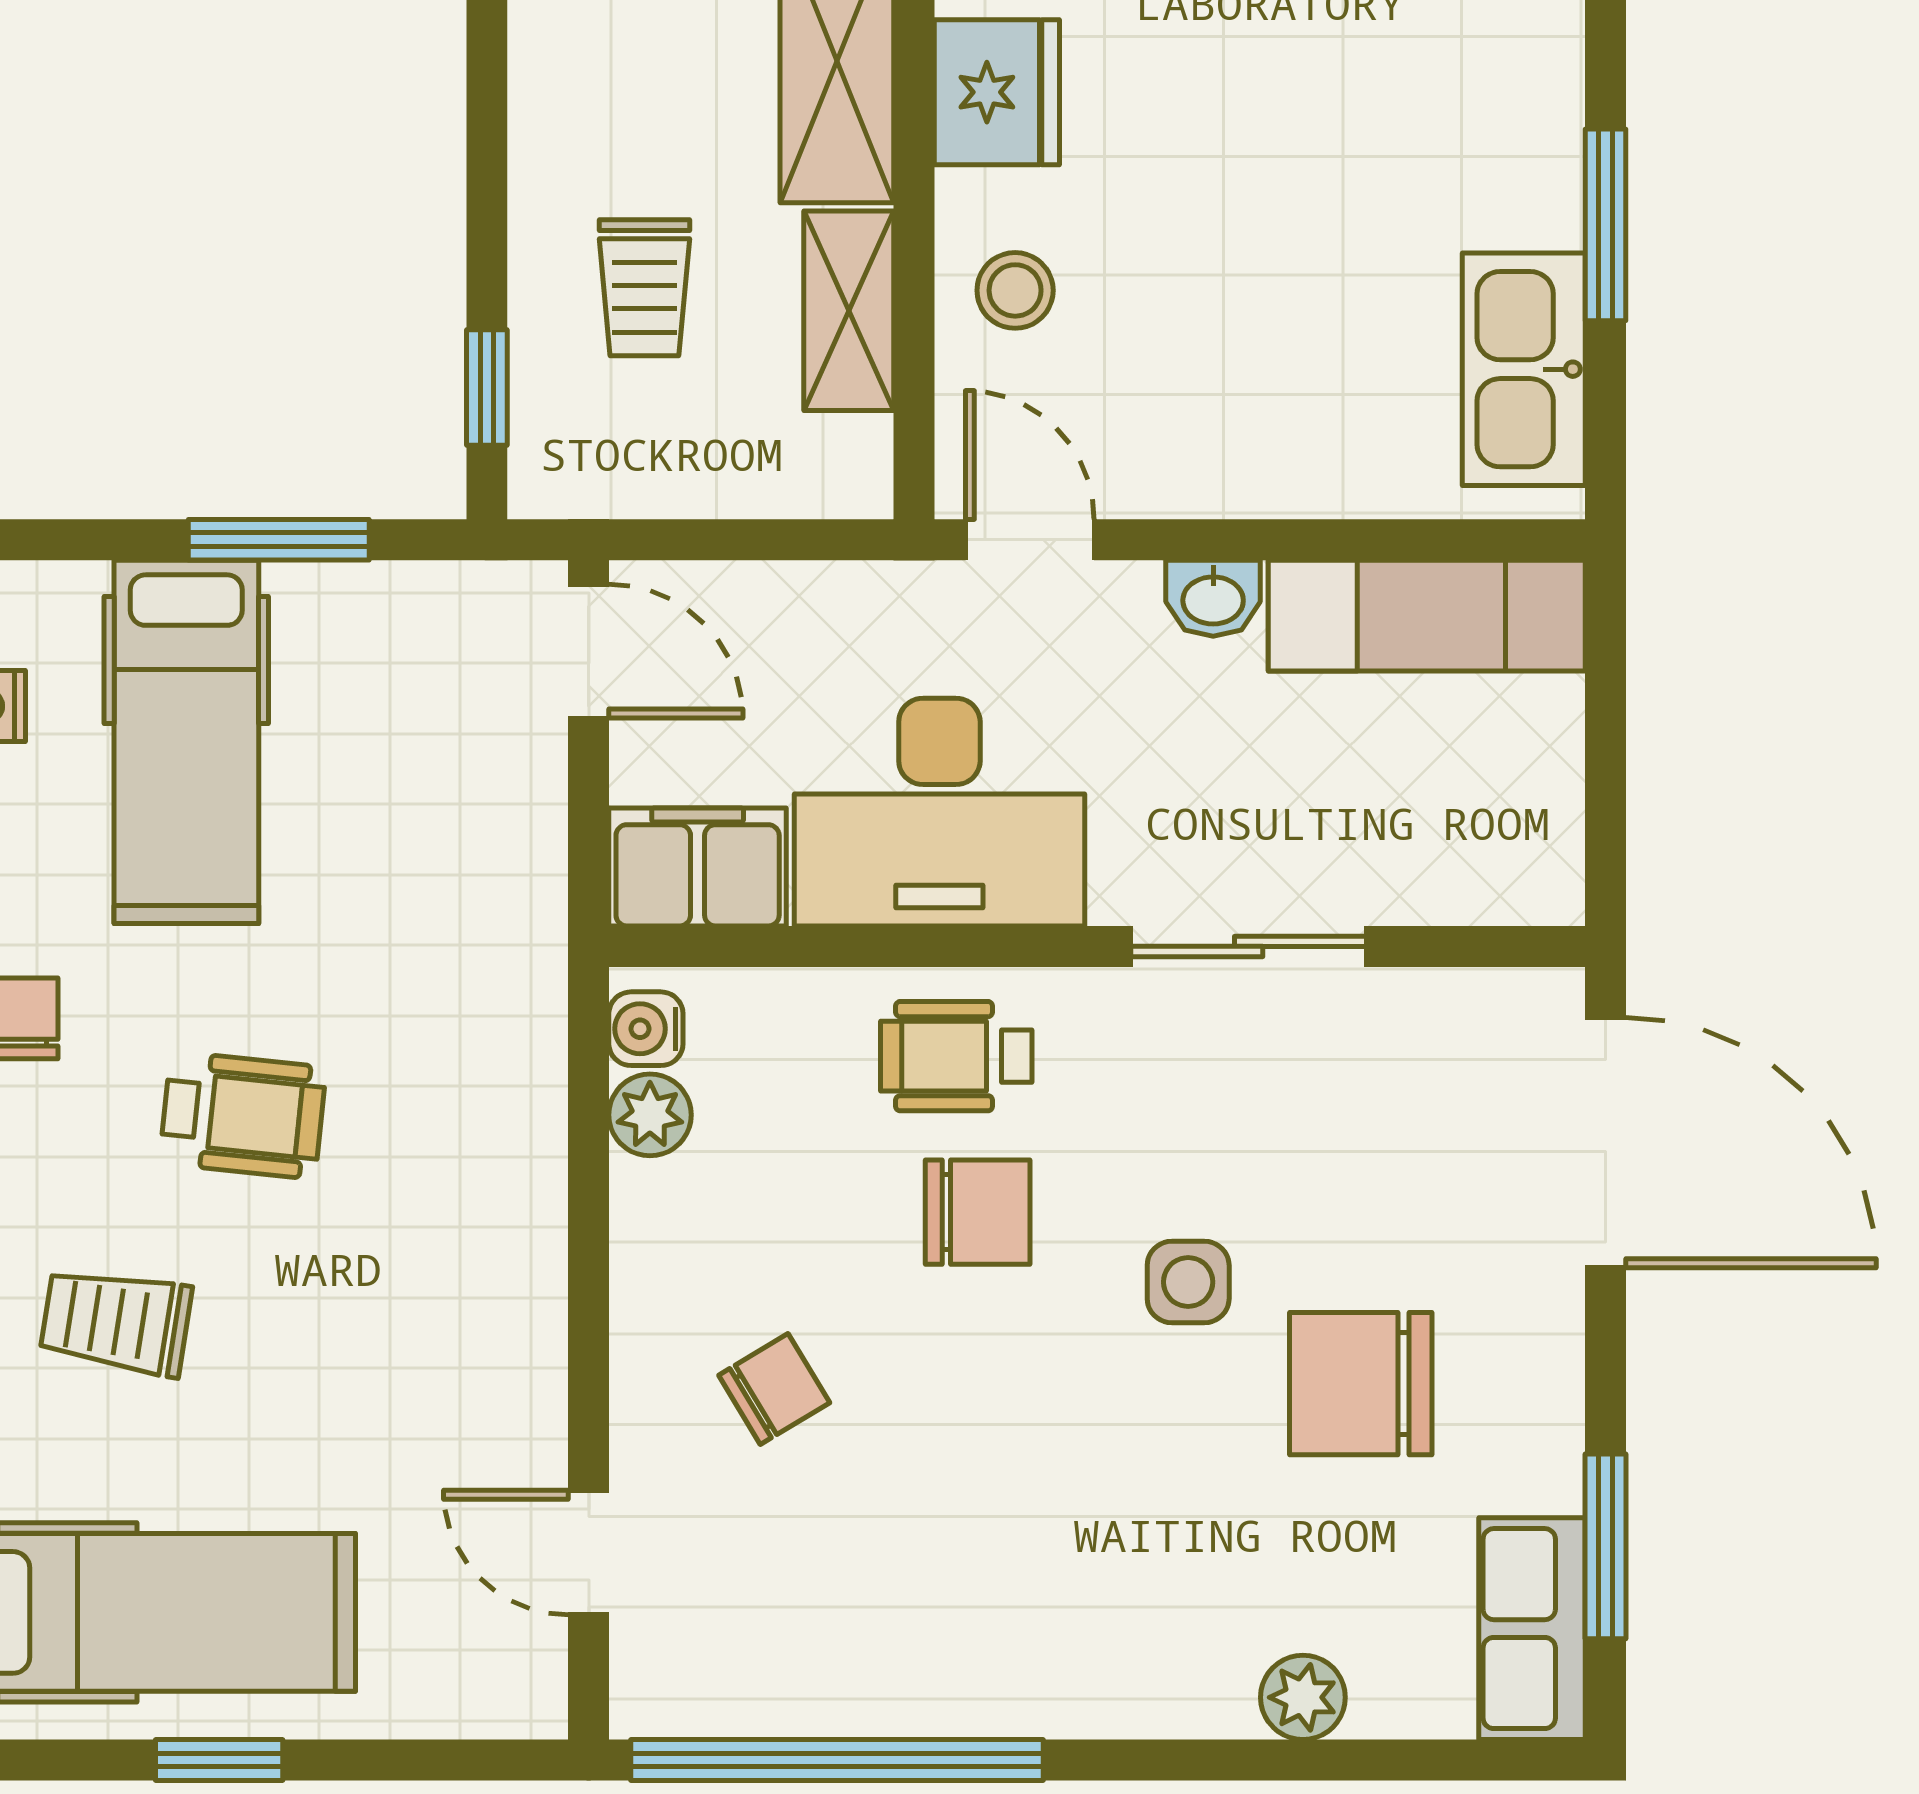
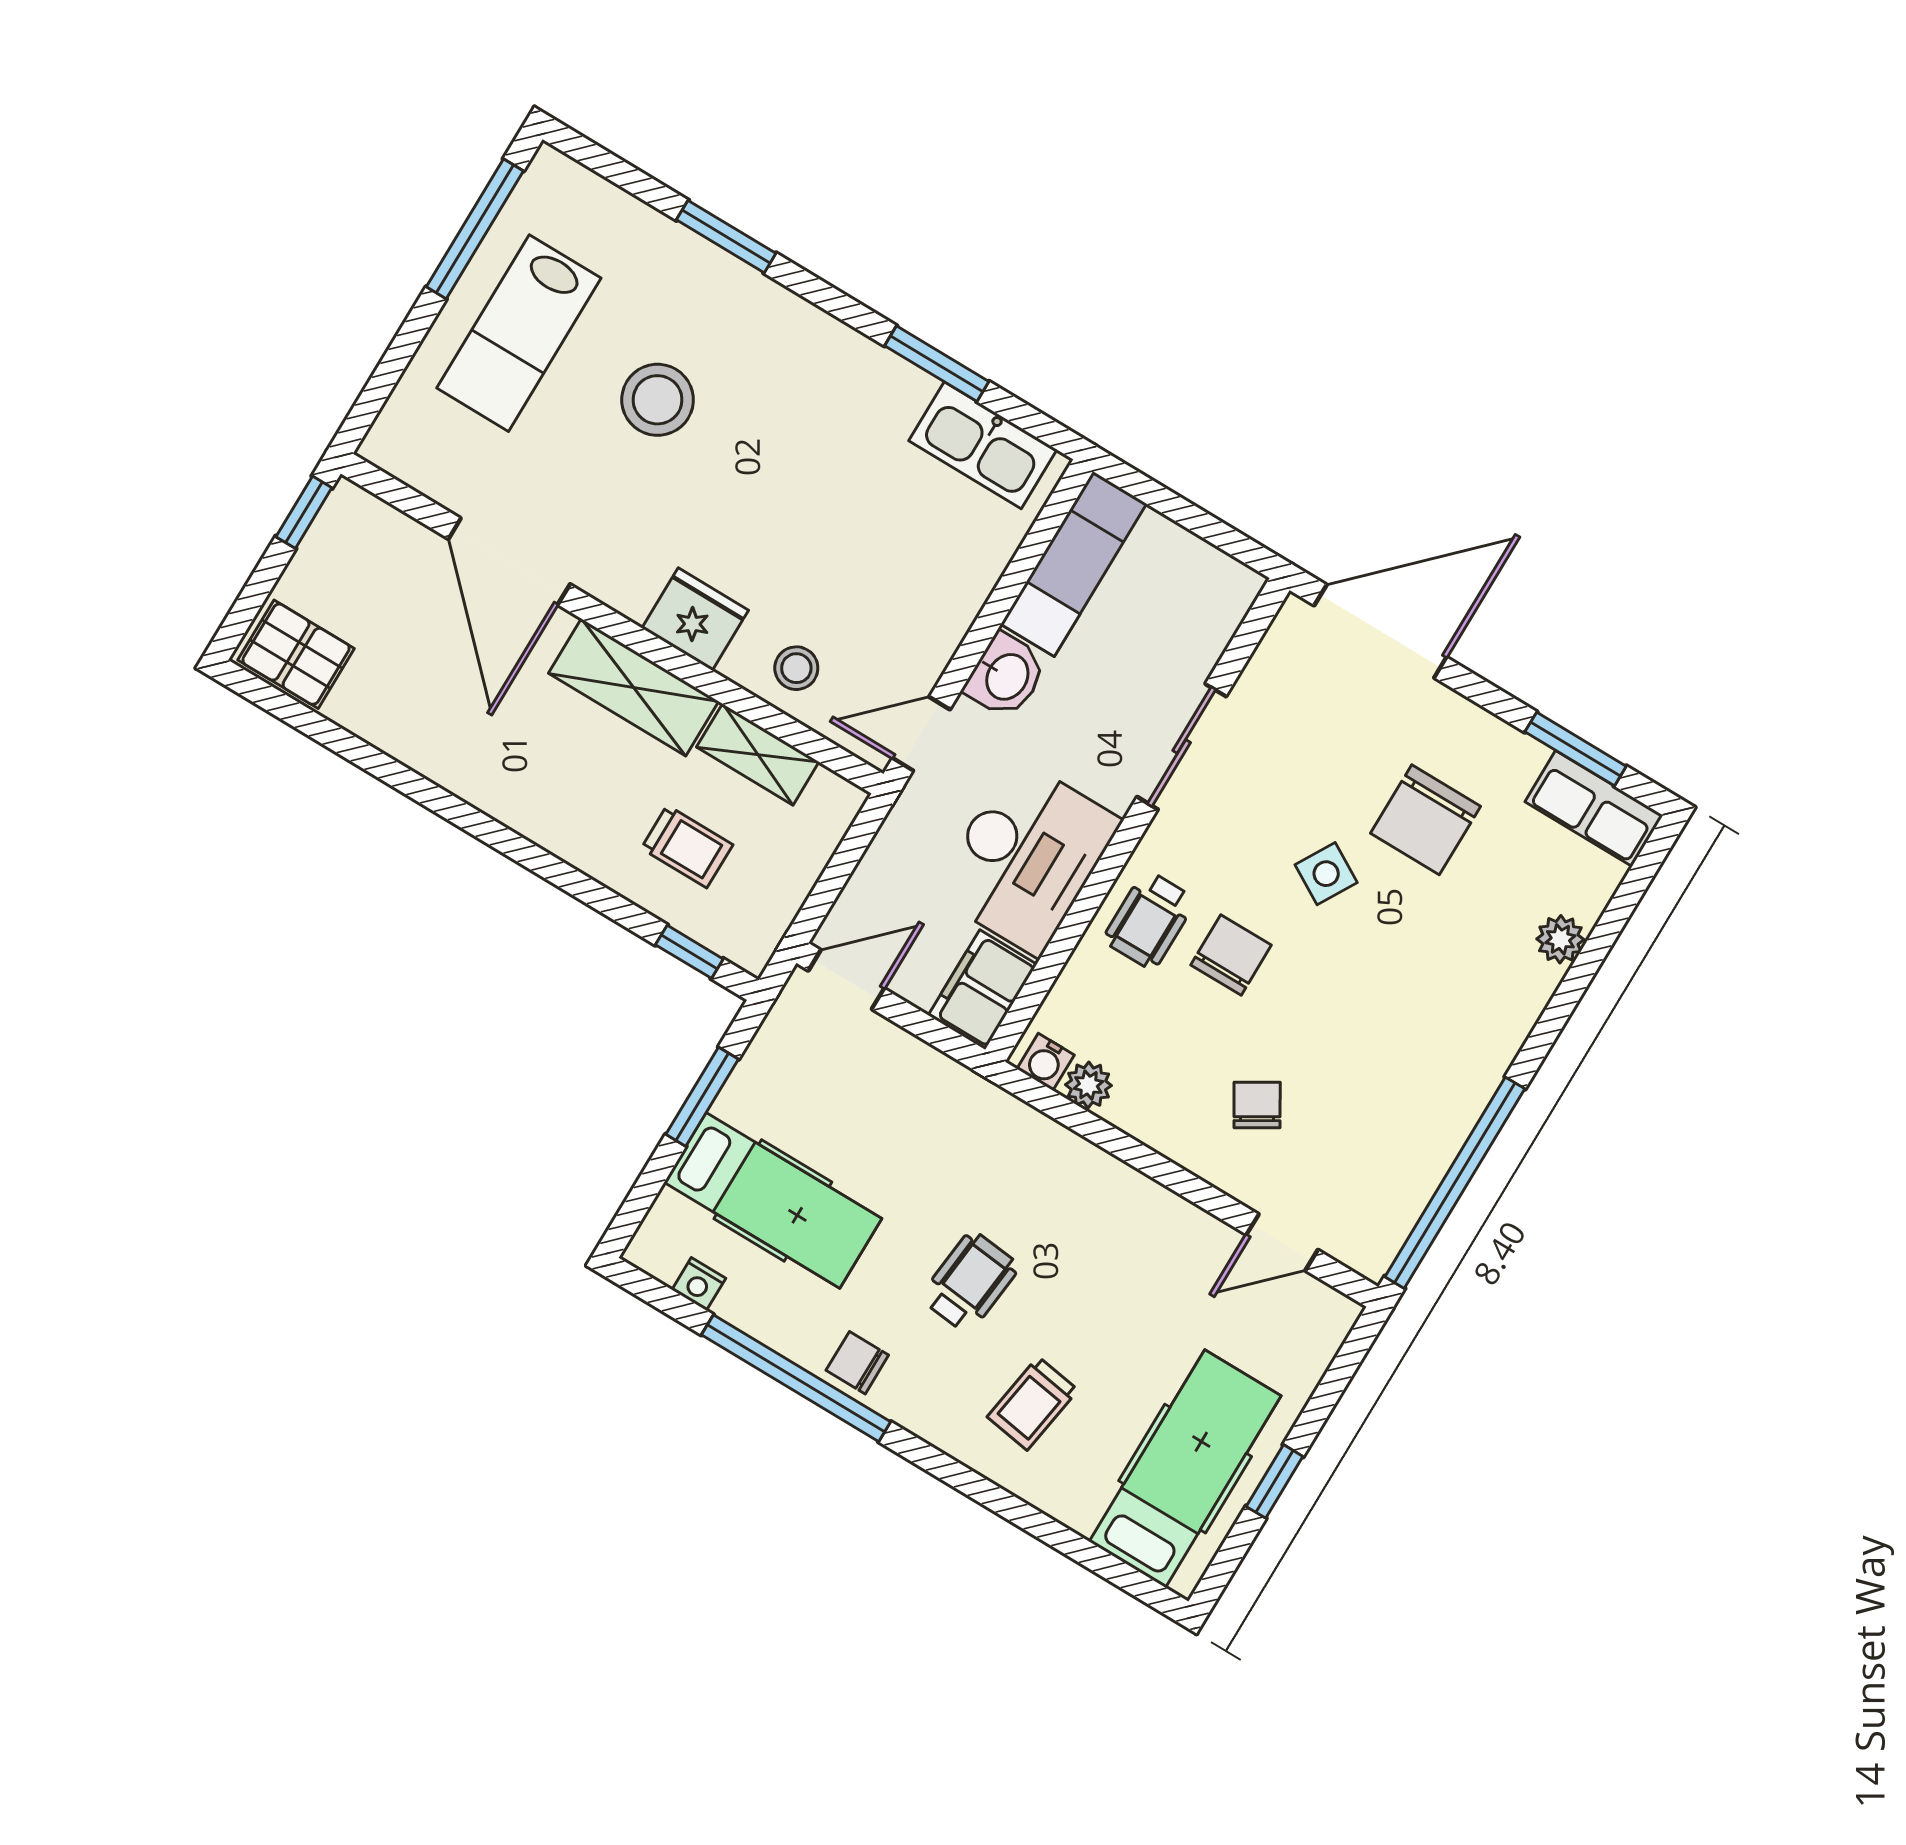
washbasin: (1213, 598) -> (1006, 676), width x1.38, depth x1.45
side table: (1188, 1282) -> (1326, 874), turned 30

